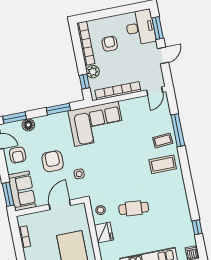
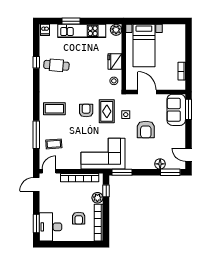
door: (163, 55) -> (36, 184), moved
window: (58, 109) -> (122, 172), moved
coffee table: (163, 140) -> (54, 144), moved
armchair: (18, 155) -> (86, 110), moved
rug: (102, 173) -> (107, 111), added
door: (60, 205) -> (147, 92), swing flipped
cafe table: (134, 208) -> (56, 65), moved
window: (197, 227) -> (36, 62), moved

